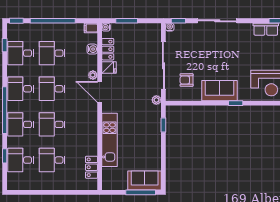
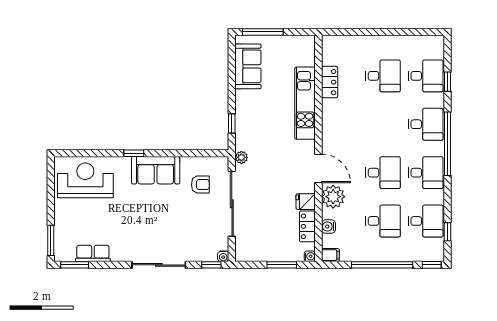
plant: (93, 75) -> (333, 197), width x1.87, depth x1.87
desk: (52, 124) -> (383, 124), removed
locker: (91, 167) -> (330, 82), moved
sofa: (145, 180) -> (248, 66), moved, turned -90

